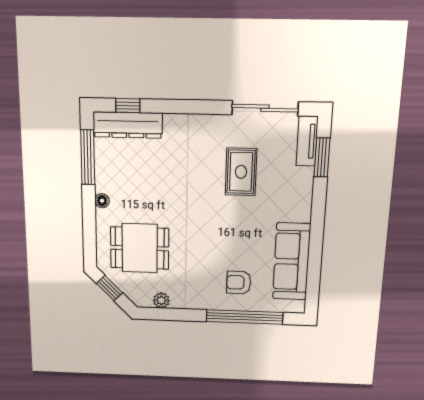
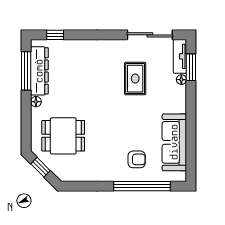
dresser: (128, 125) -> (39, 71), moved, turned -90
floor lamp: (307, 175) -> (181, 80), added
armchair: (239, 282) -> (137, 159), turned 180
plant: (161, 300) -> (80, 175), removed

